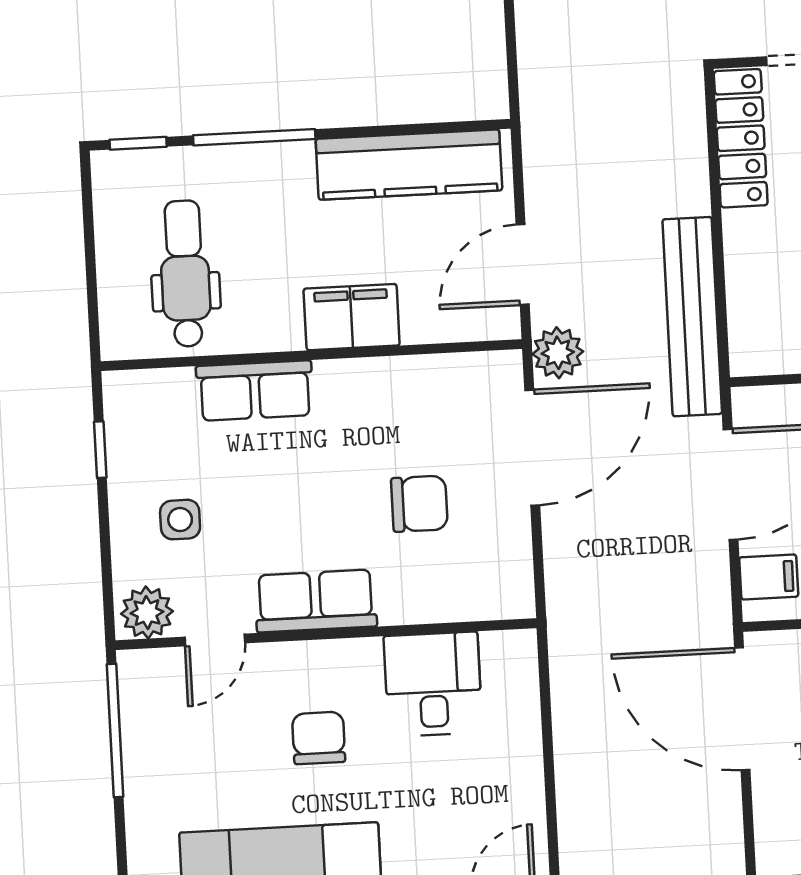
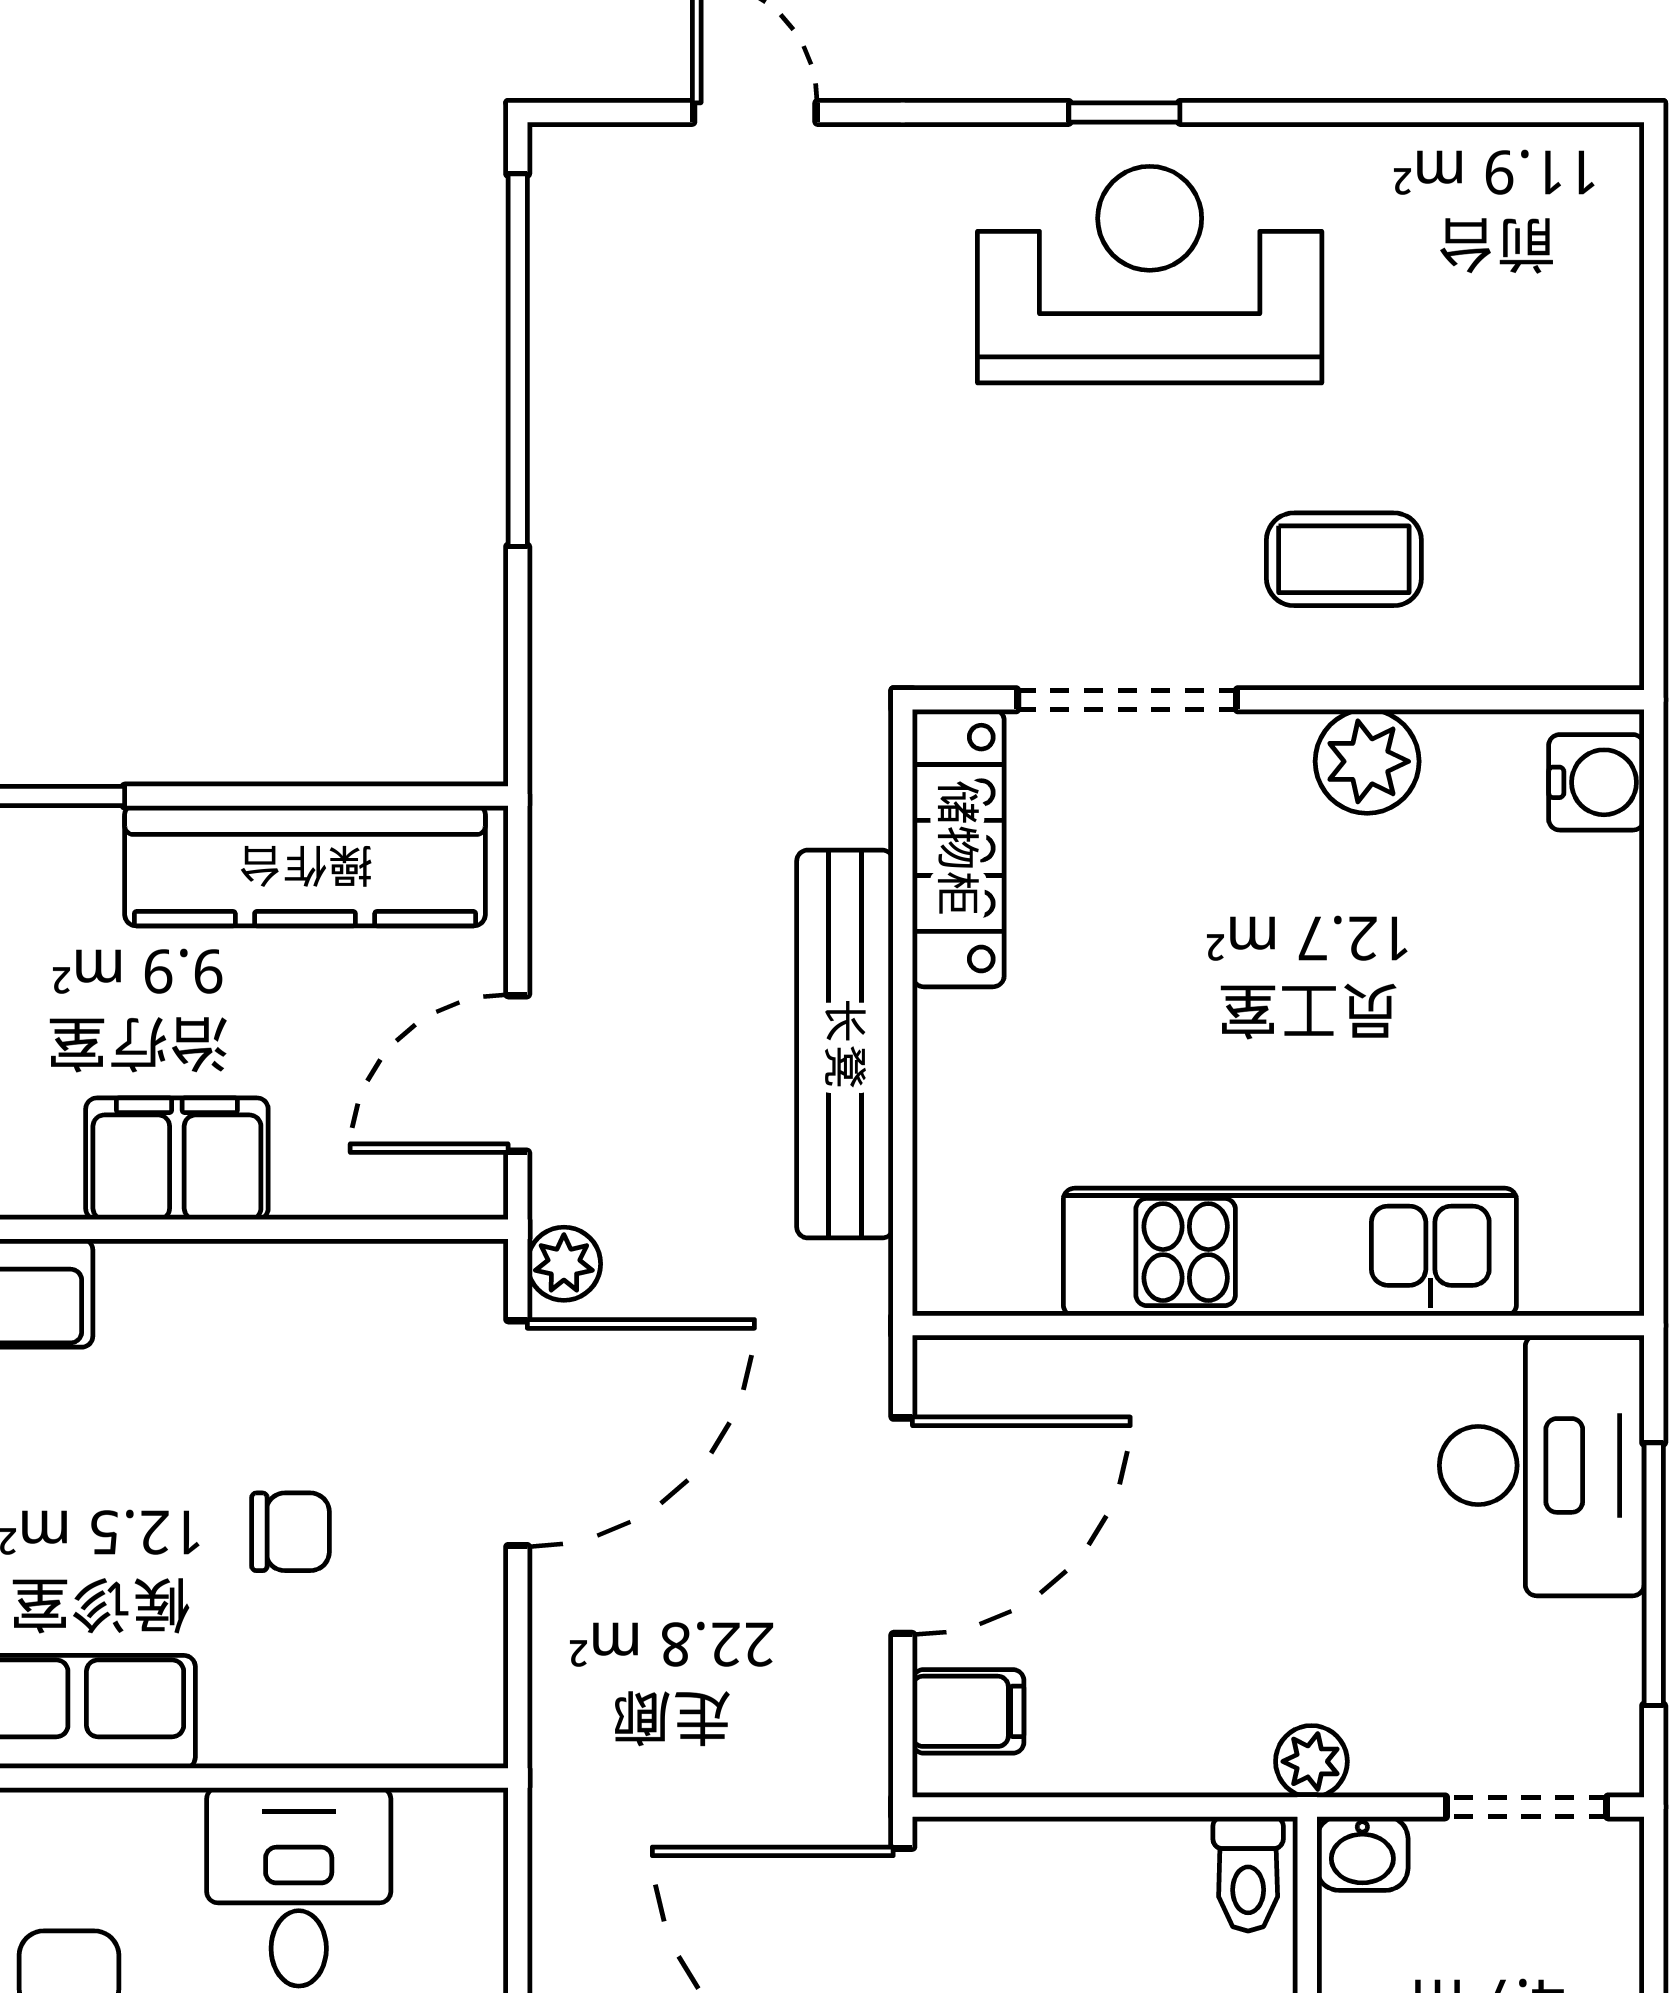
bench: (692, 317) -> (845, 1044), moved
plant: (558, 353) -> (564, 1264), width x0.73, depth x0.73
chair: (419, 504) -> (291, 1532), width x0.73, depth x0.73

